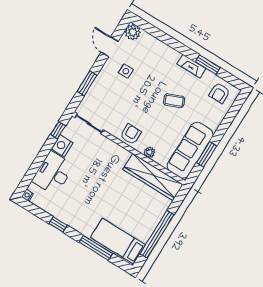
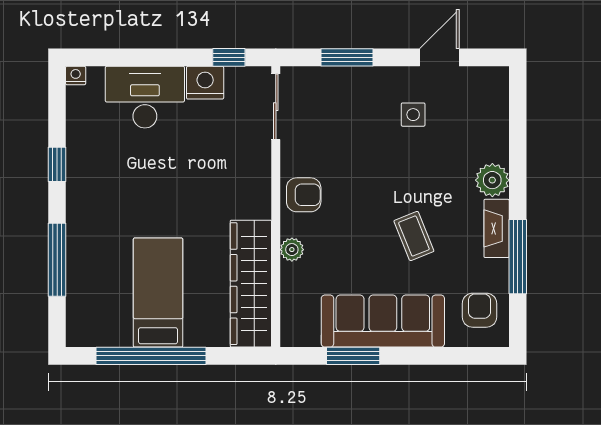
plant: (133, 32) -> (492, 180), moved
window: (208, 65) -> (518, 257), width x1.44
armchair: (220, 93) -> (479, 310), turned 90
sofa: (190, 150) -> (383, 321), moved
bed: (118, 241) -> (158, 293), moved

